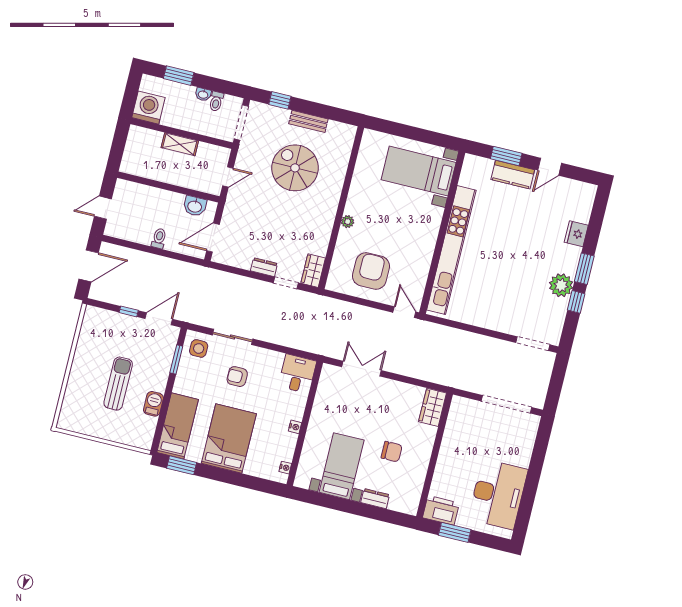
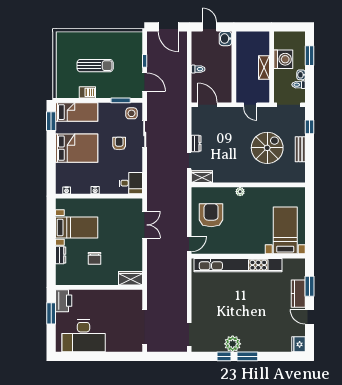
washing machine: (148, 108) -> (283, 59), moved
washbasin: (195, 206) -> (225, 39), moved
fridge: (576, 234) -> (298, 344), moved, turned -90
armchair: (371, 271) -> (211, 215), turned -90

